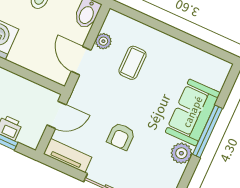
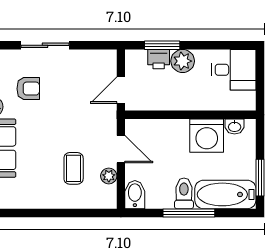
armchair: (121, 136) -> (28, 89), moved, turned 90
tv unit: (68, 156) -> (94, 58), removed

